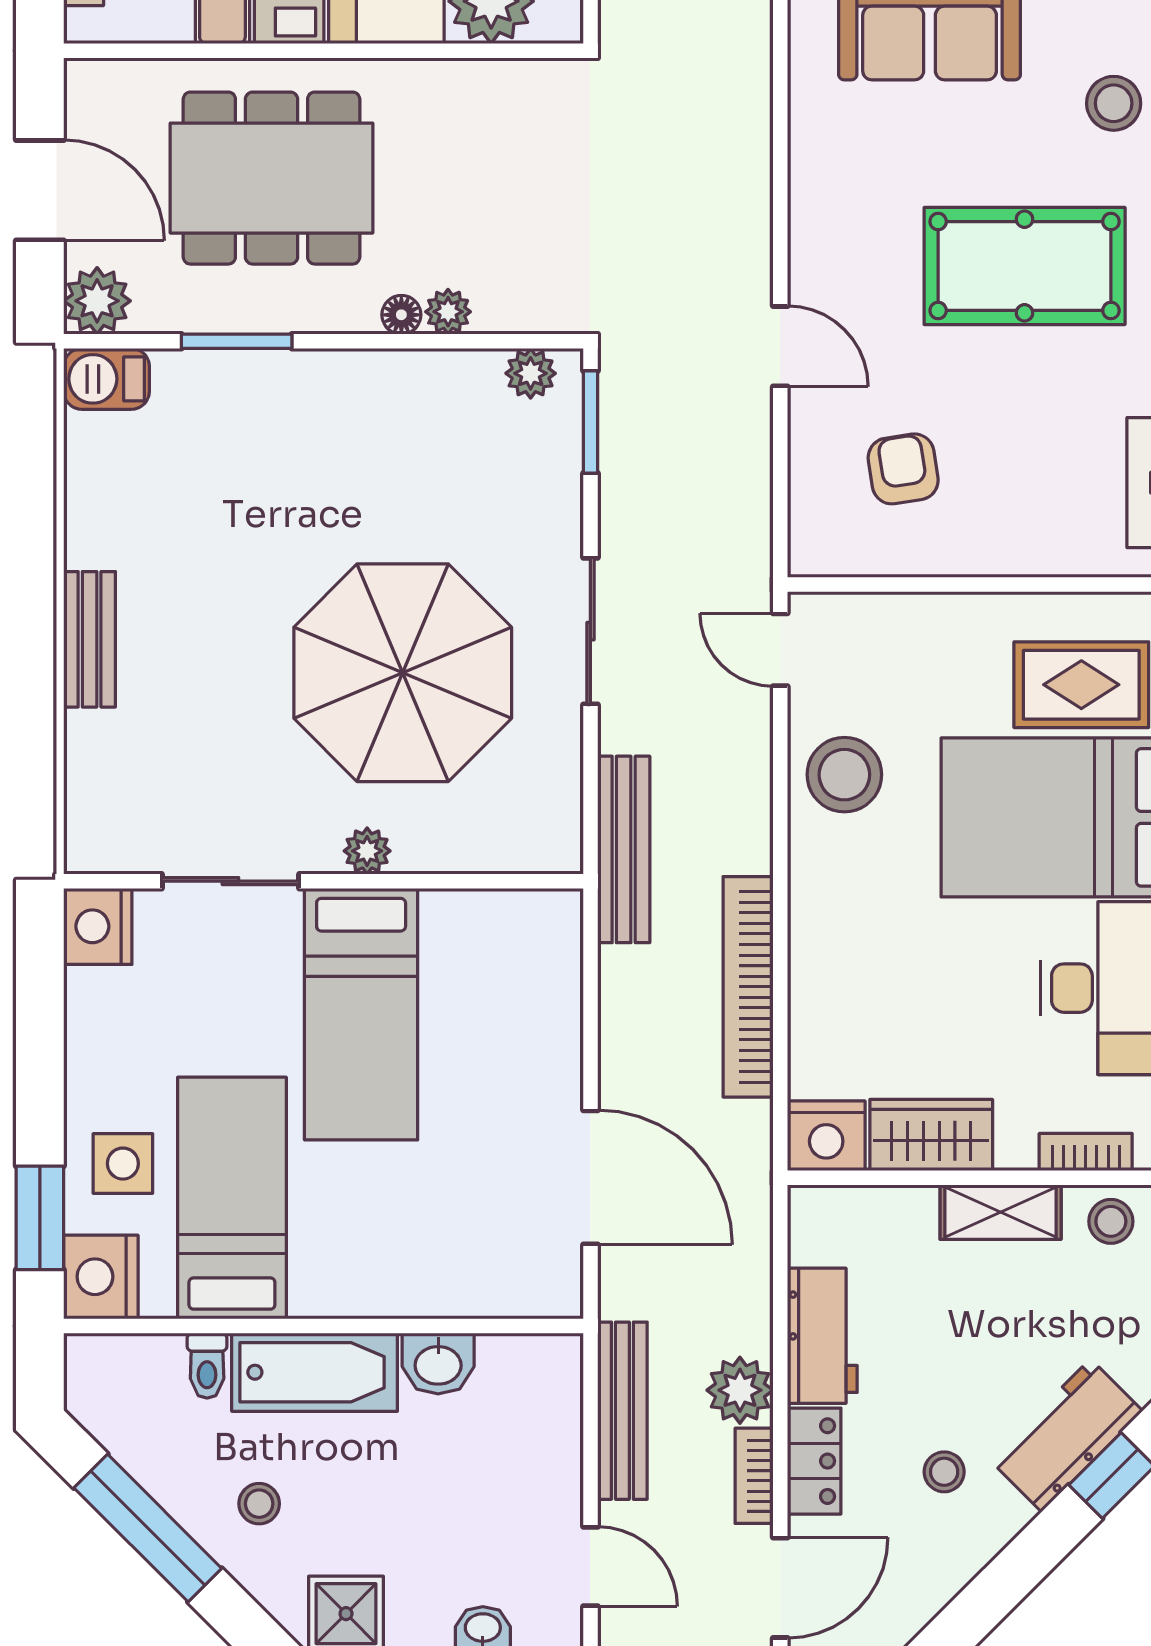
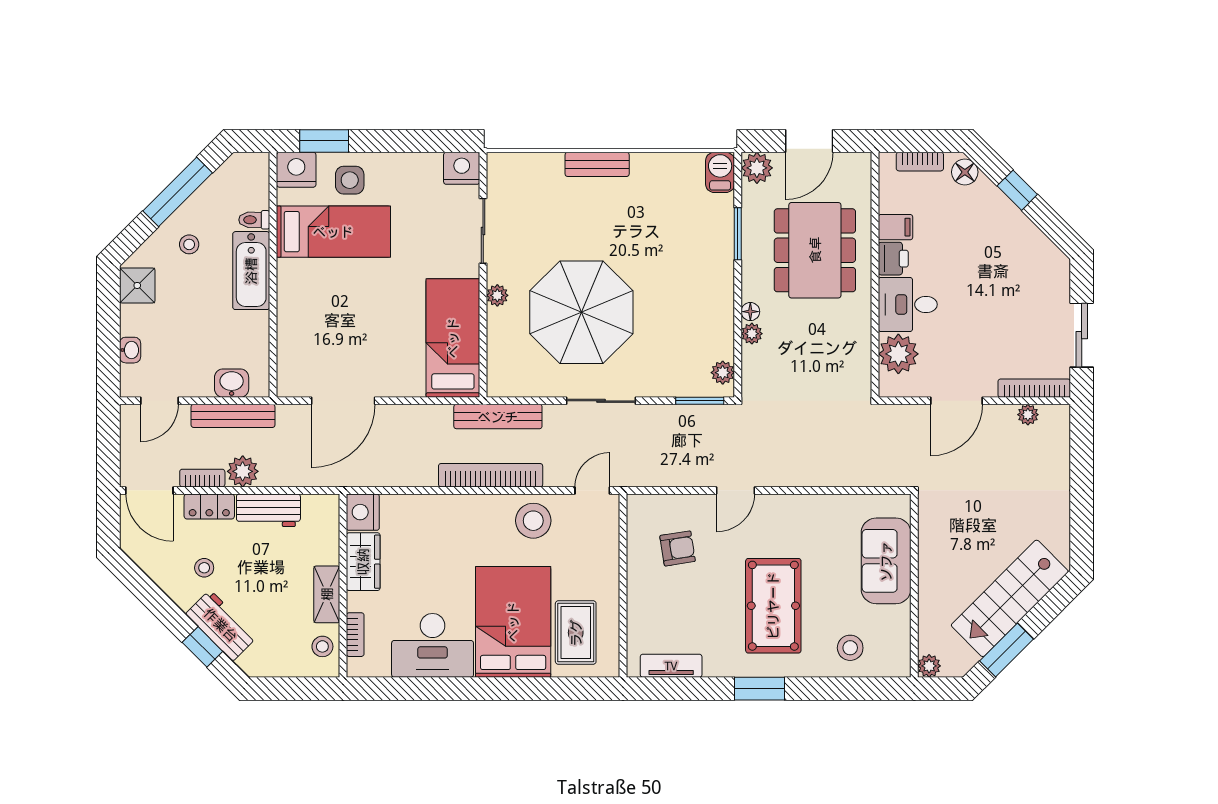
bookcase: (748, 987) -> (491, 475), moved
bed: (361, 1014) -> (453, 338), moved, turned 90
washbasin: (438, 1364) -> (232, 383), moved, turned 90

